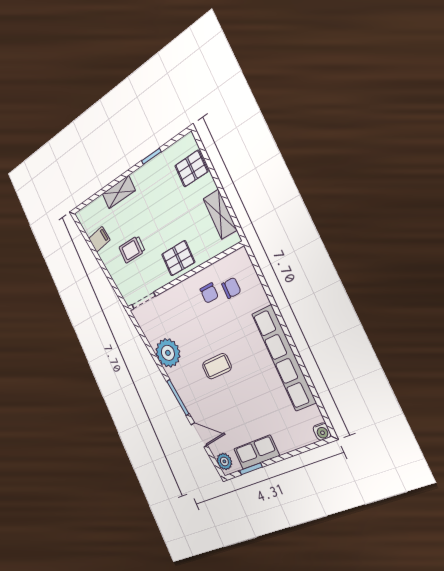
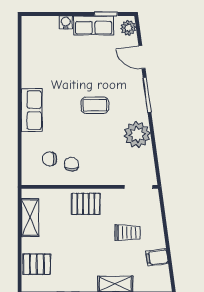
row of seats: (284, 358) -> (32, 110), width x0.50
water cooler: (322, 432) -> (66, 22), moved

